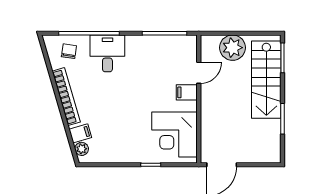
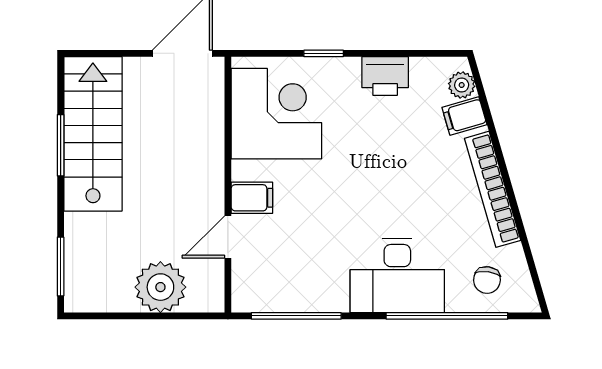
desk: (107, 53) -> (397, 276), width x1.37
stairs: (266, 80) -> (93, 134), moved
printer: (120, 153) -> (385, 76), added

